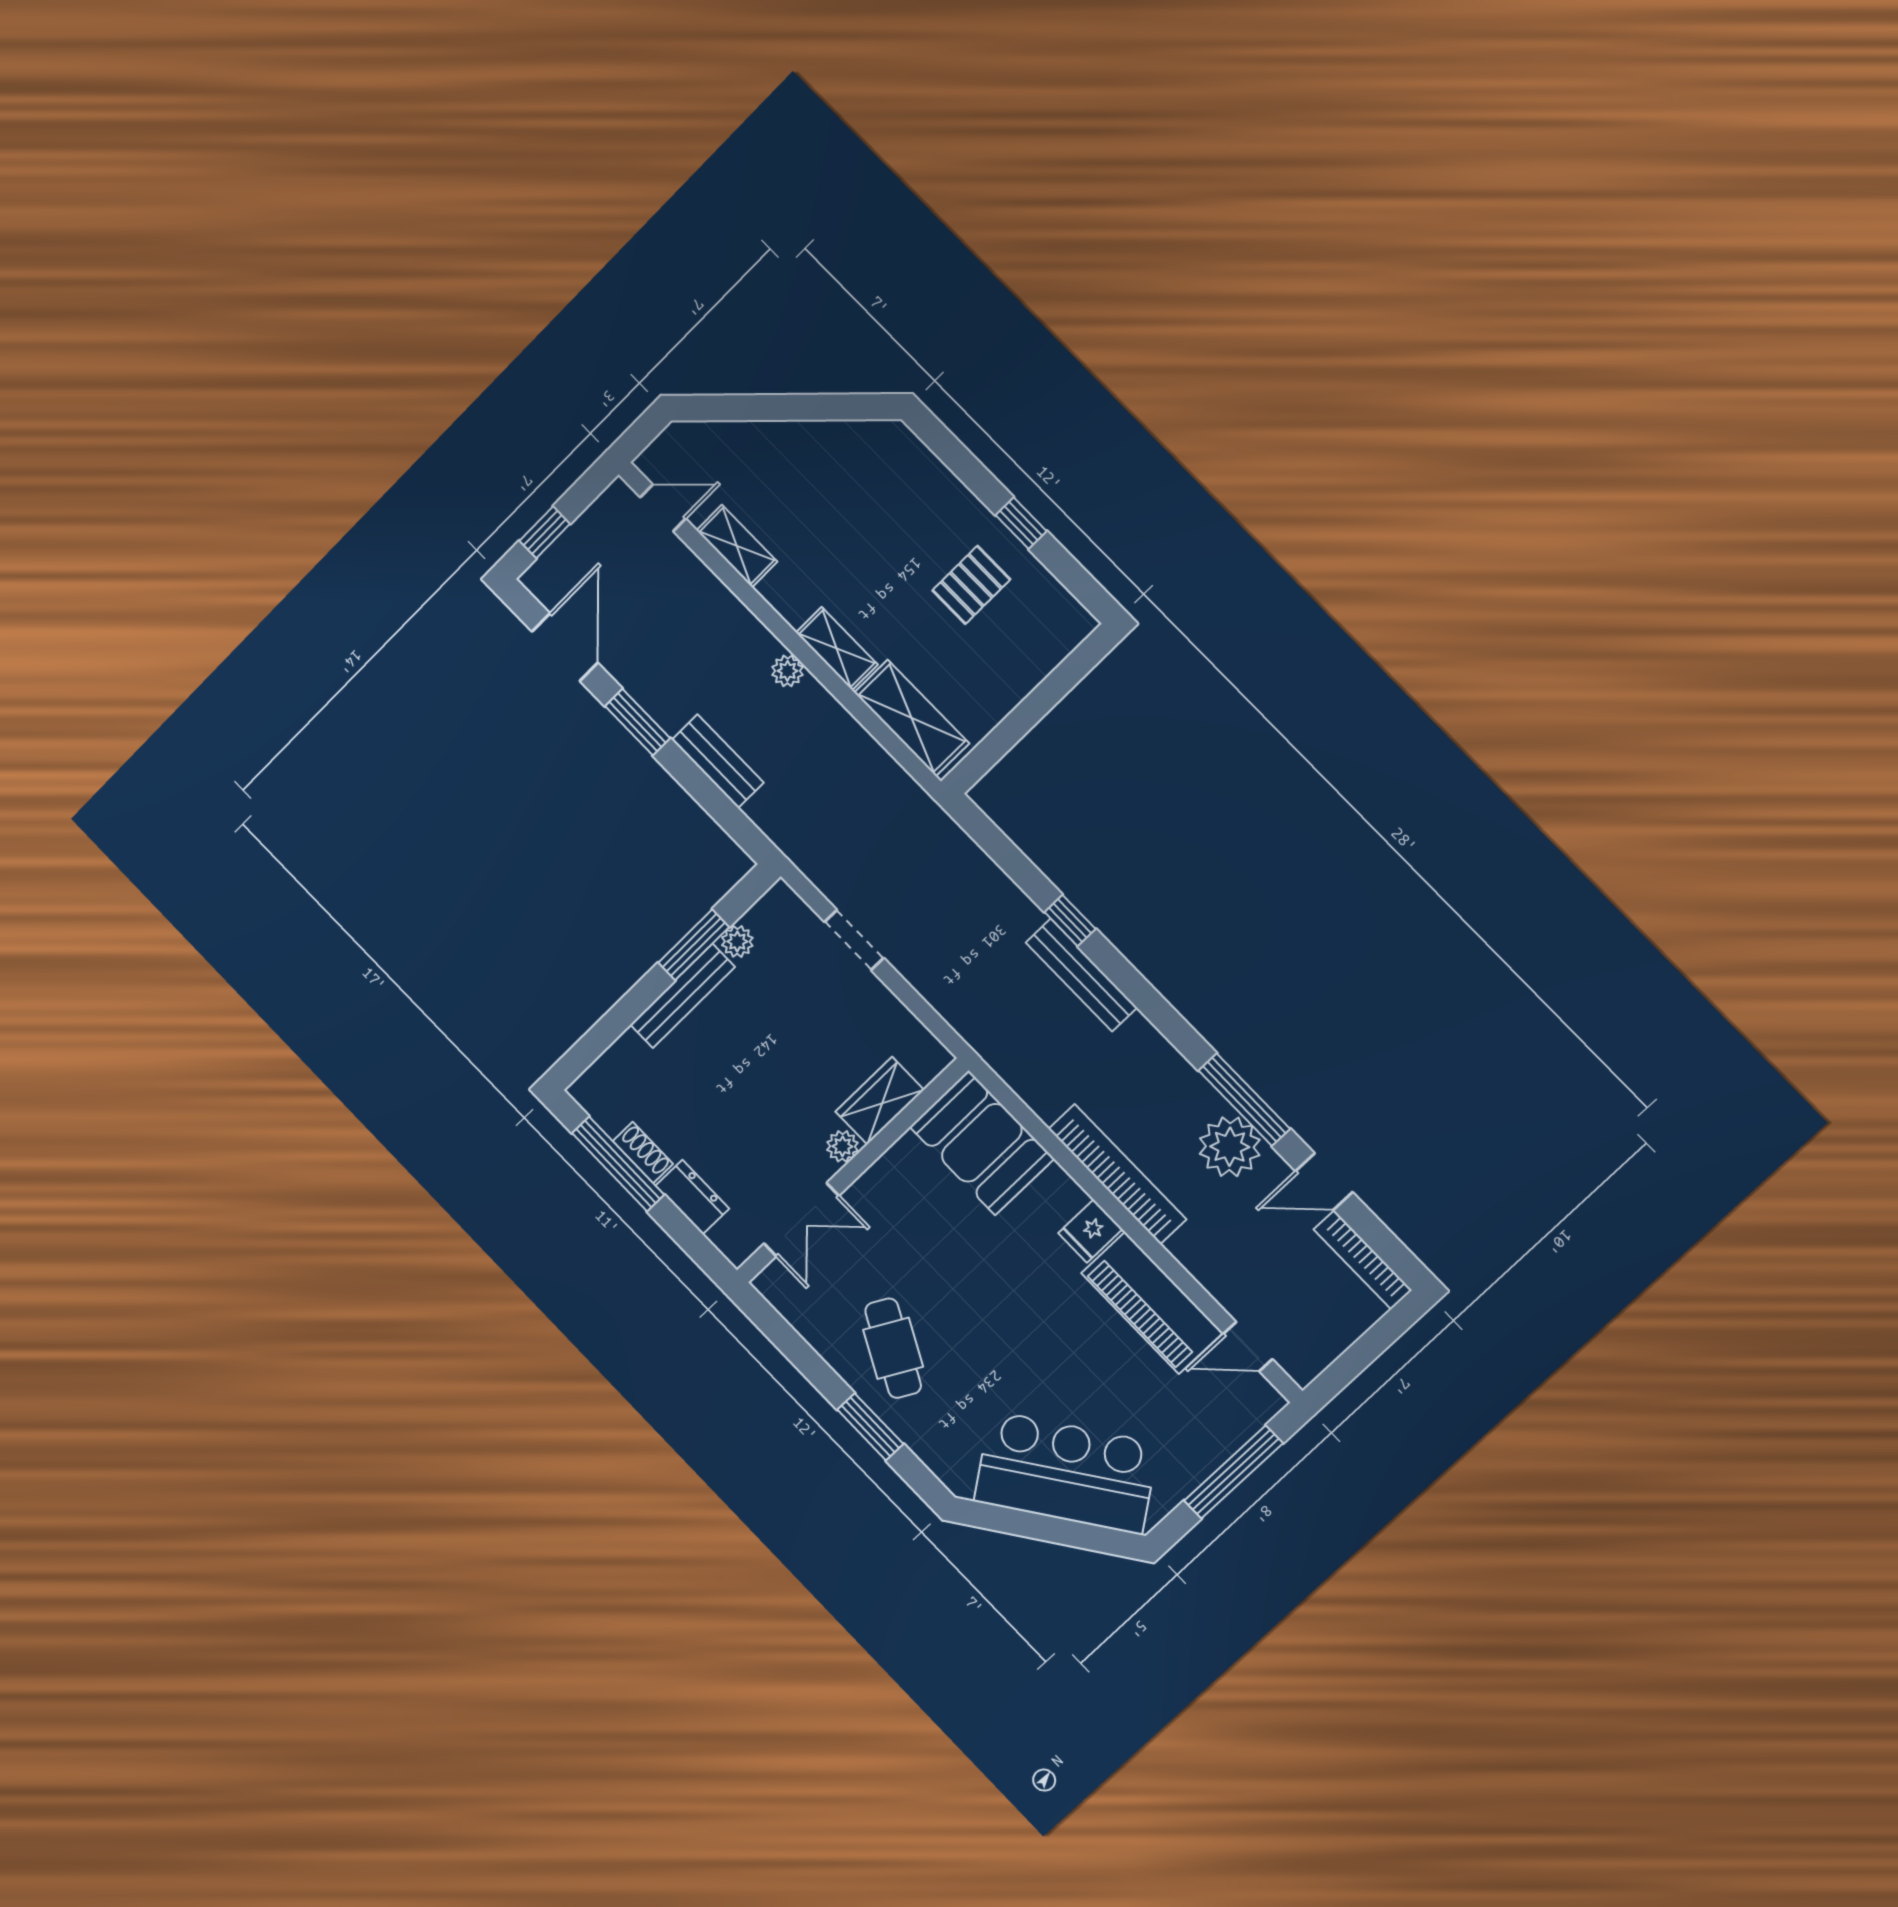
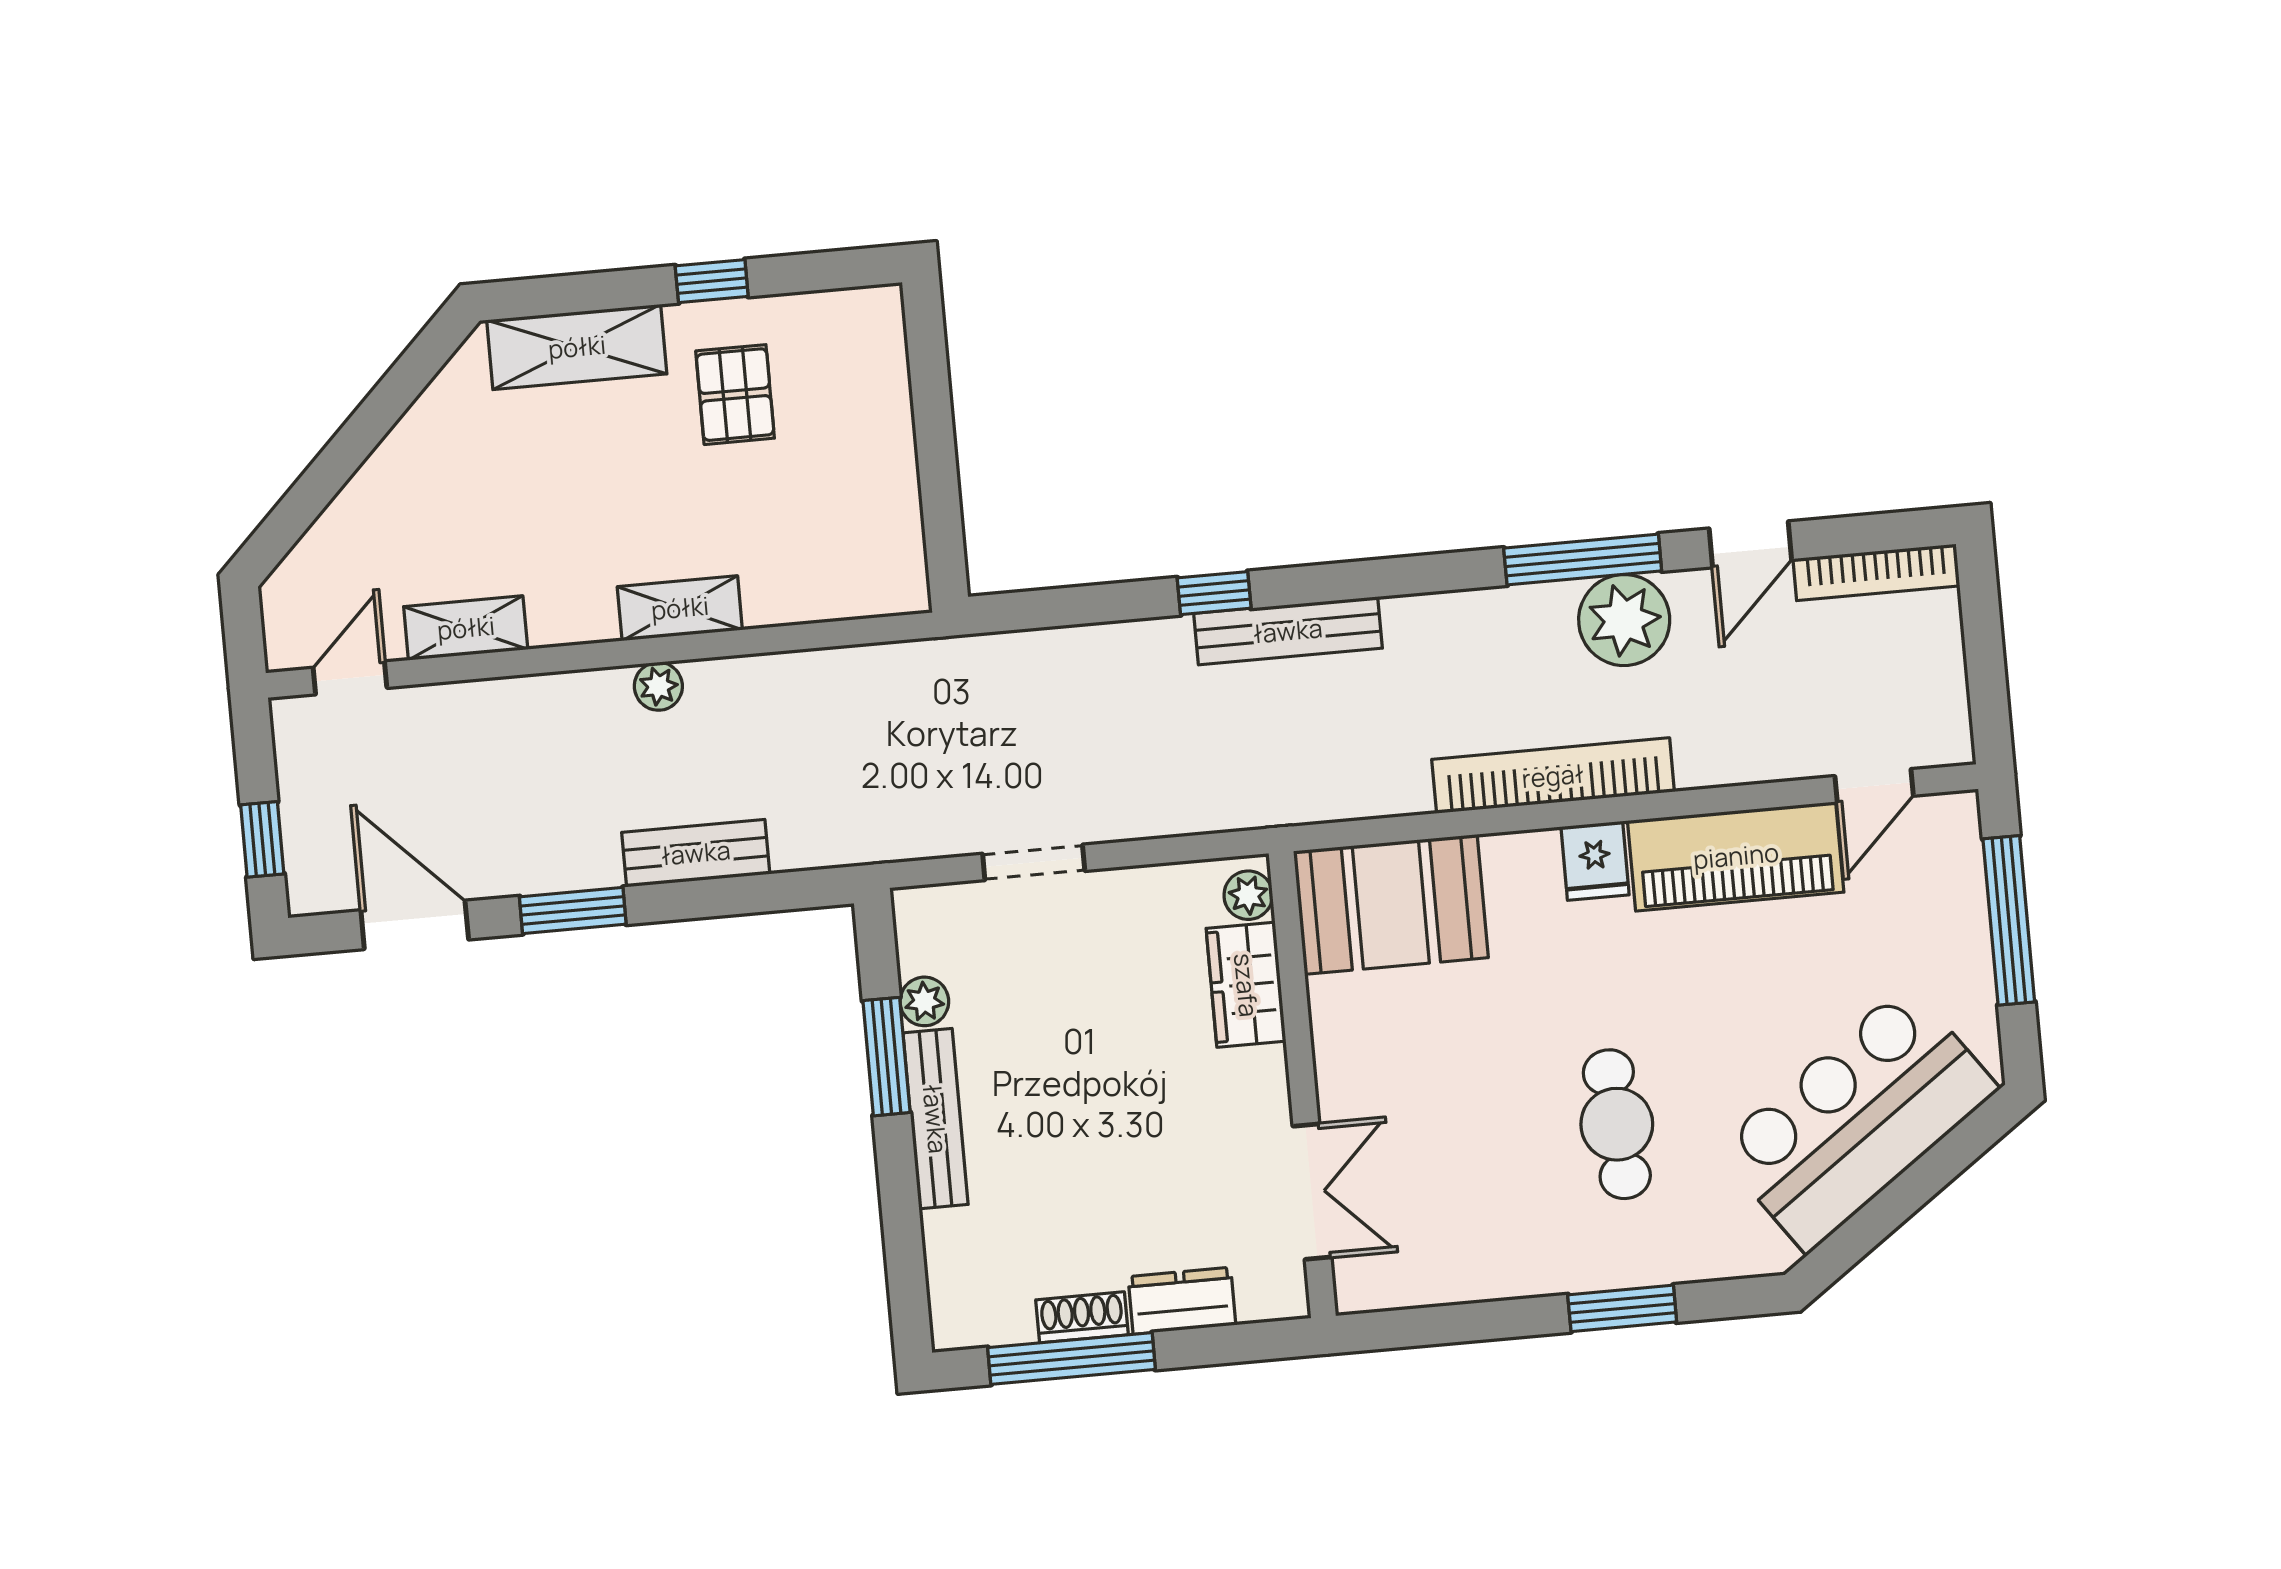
shelving: (912, 718) -> (577, 347), moved
plant: (842, 1146) -> (1248, 895), moved
cafe table: (893, 1348) -> (1617, 1124), moved, turned 58

